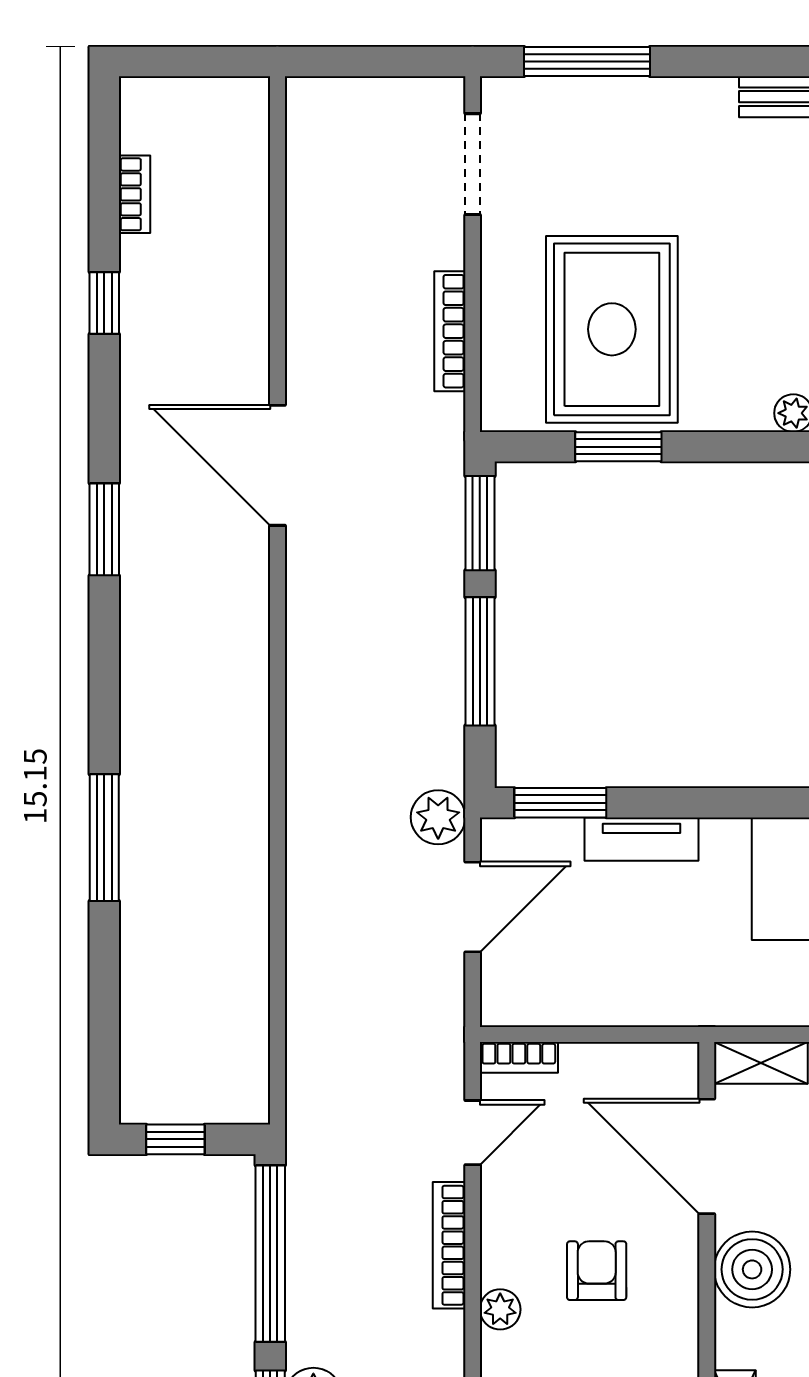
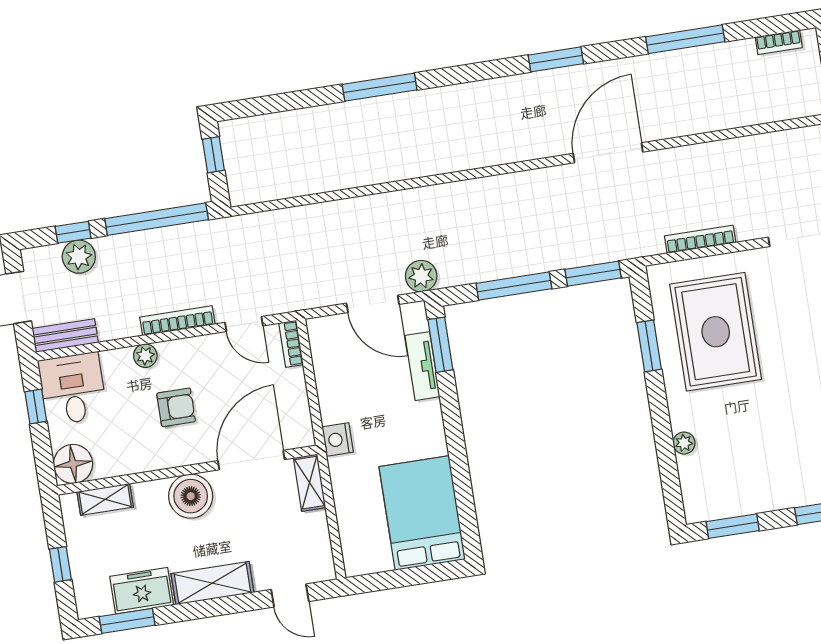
bookcase: (134, 194) -> (779, 42), moved
window: (104, 303) -> (685, 39), width x2.17
rug: (612, 329) -> (716, 332), turned 90
tv unit: (642, 839) -> (422, 366), moved
nightstand: (695, 1003) -> (338, 440), added

